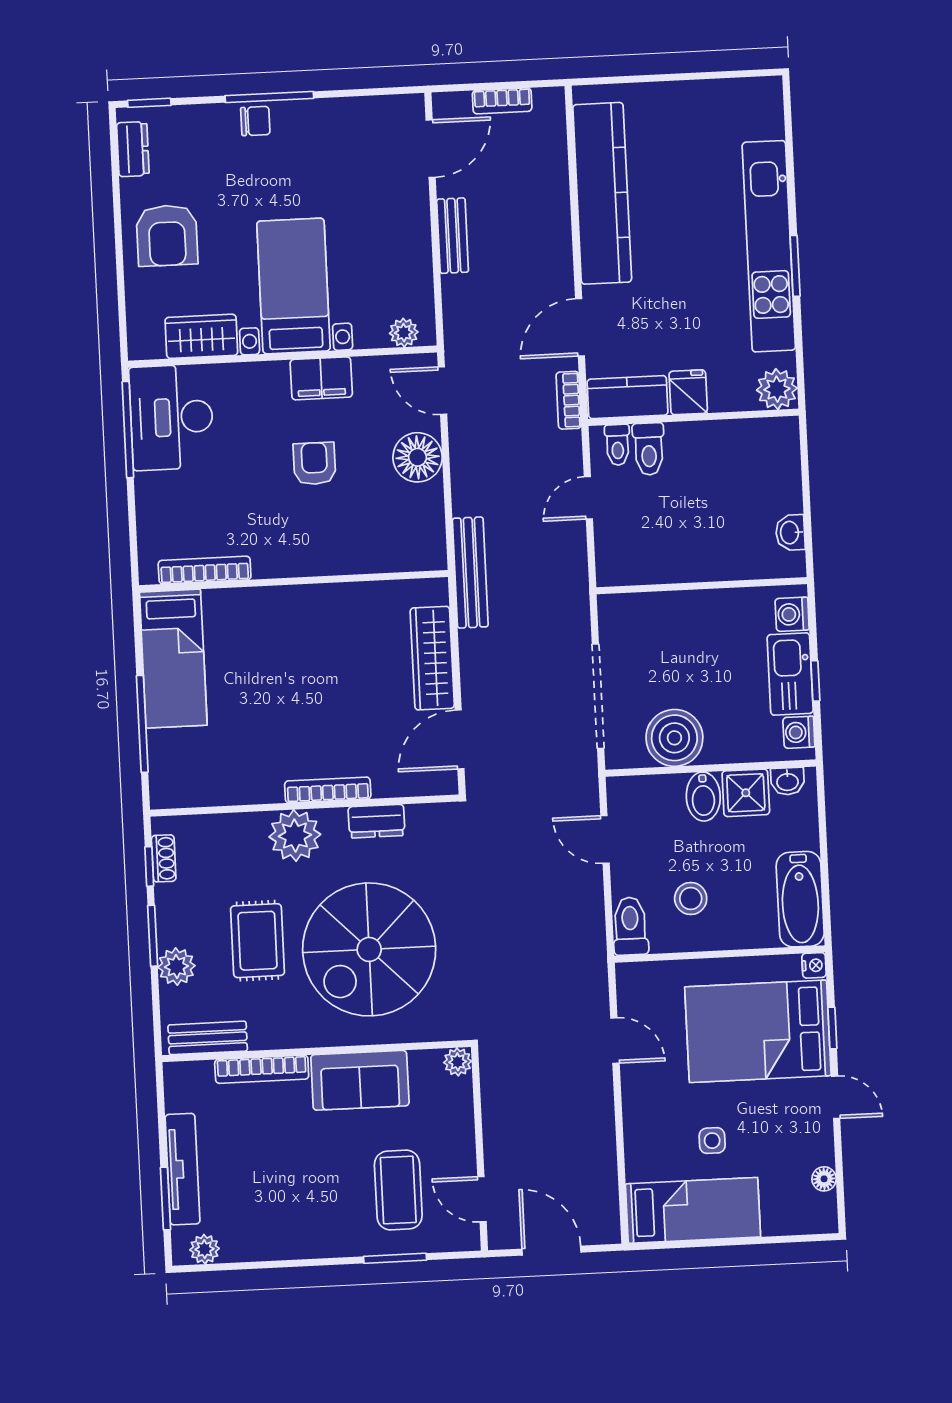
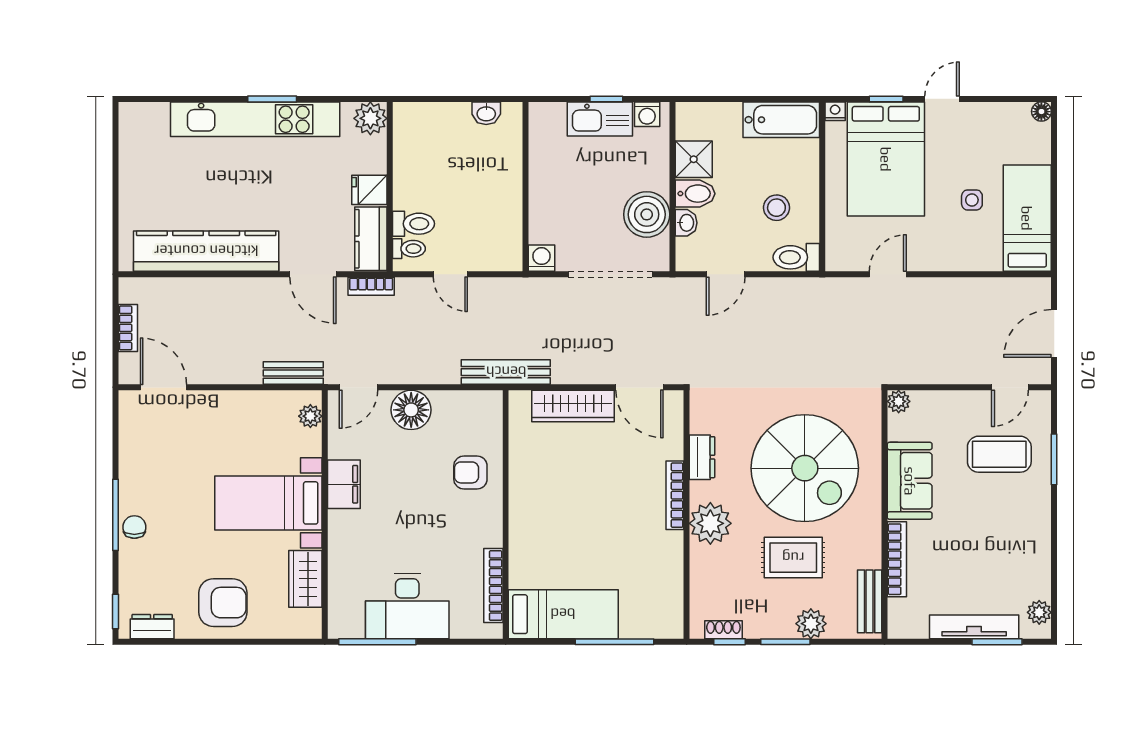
bench: (453, 236) -> (293, 373), moved
desk: (172, 417) -> (407, 606), moved
armchair: (314, 464) -> (470, 472), moved
washing machine: (792, 614) -> (541, 258), moved, turned 180
washbasin: (787, 781) -> (686, 223), moved
floor lamp: (824, 1179) -> (1041, 112), moved

